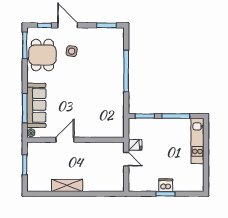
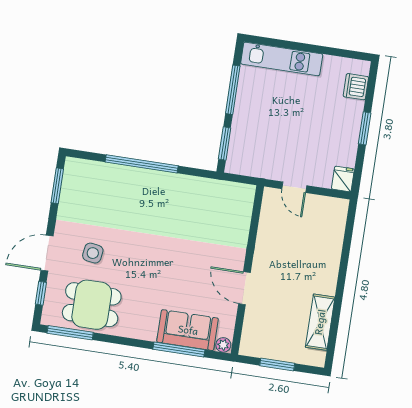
sofa: (36, 105) -> (188, 330), width x0.73
fridge: (135, 145) -> (343, 179), moved
door: (126, 159) -> (294, 187), swing flipped
shelving: (67, 185) -> (320, 322), moved
dishwasher: (166, 185) -> (356, 87), moved

